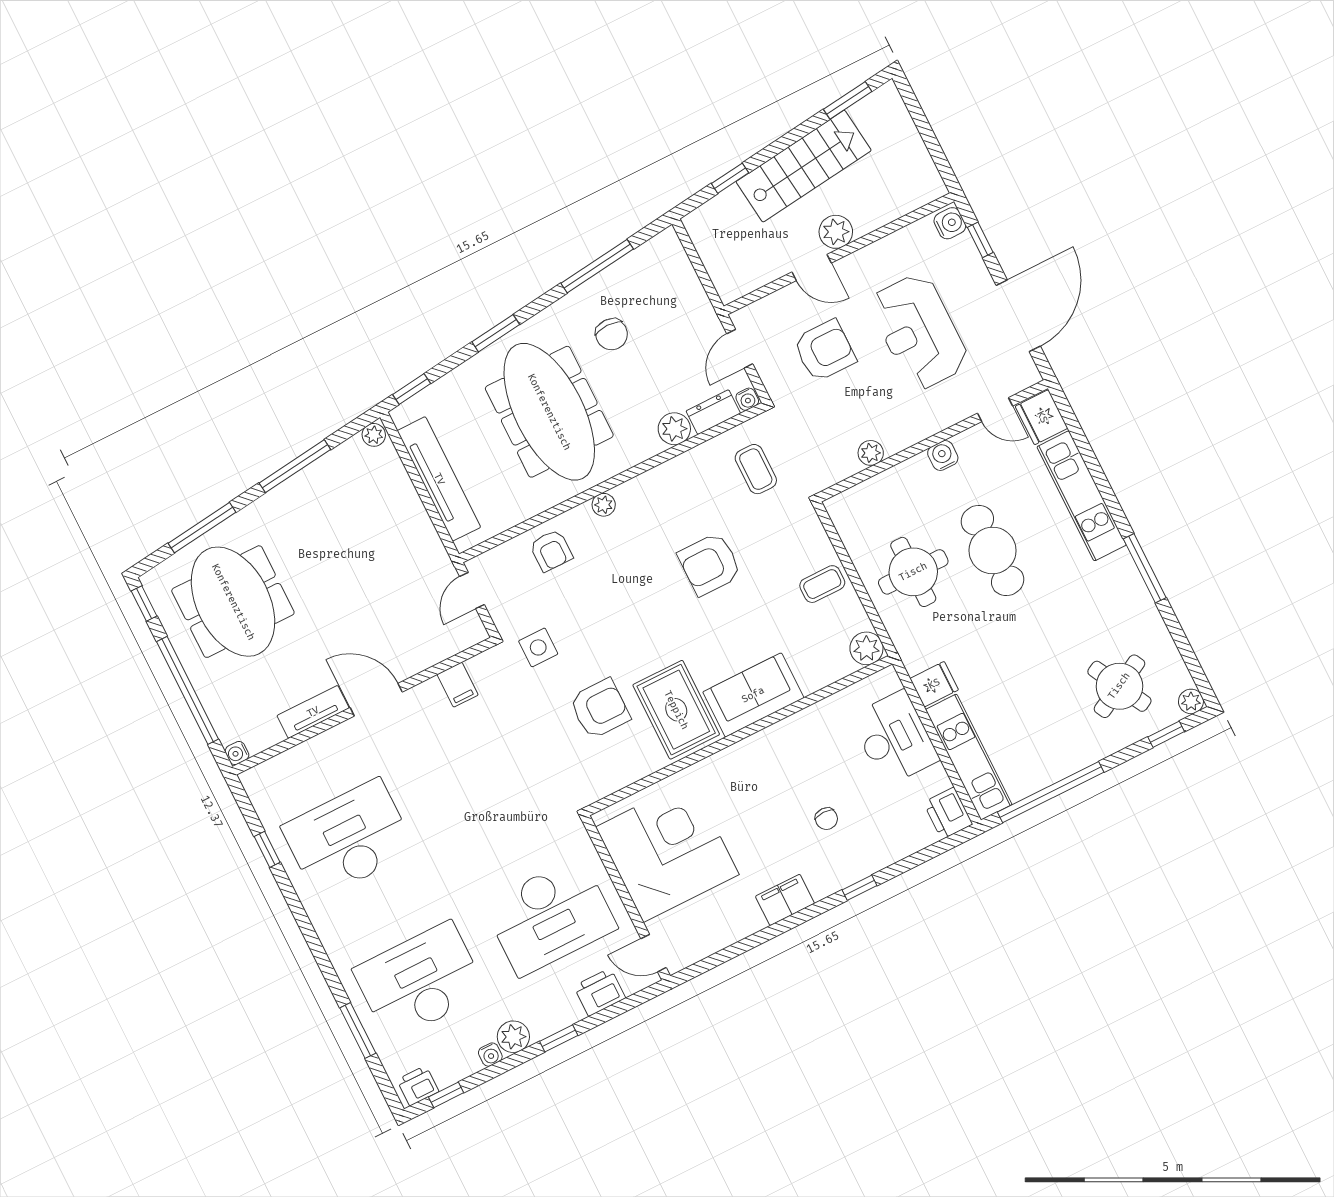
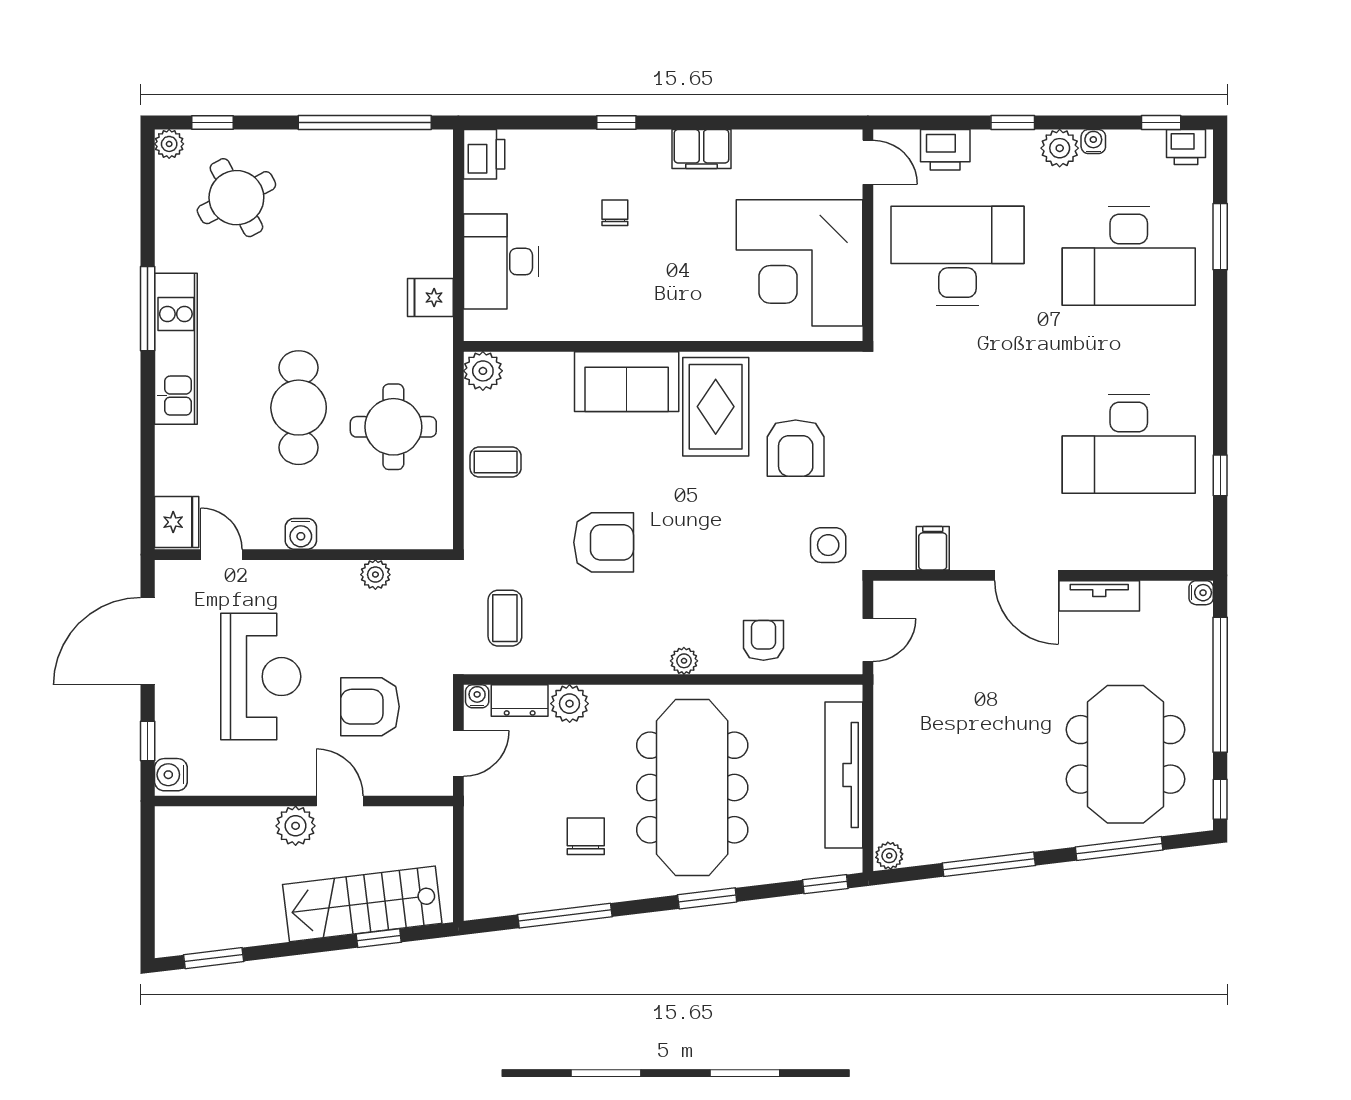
stairs: (804, 166) -> (362, 904), moved
kitchen unit: (1082, 496) -> (176, 349), moved
armchair: (600, 709) -> (796, 448), turned -90
kitchen unit: (969, 757) -> (432, 203), removed

